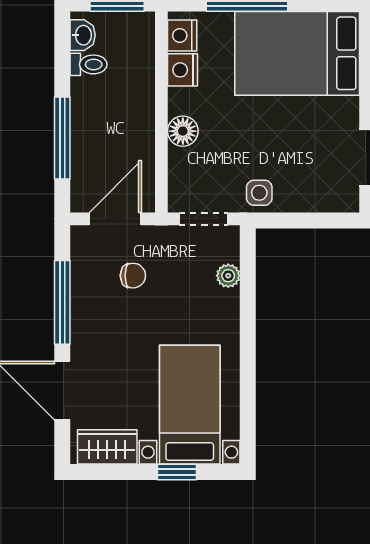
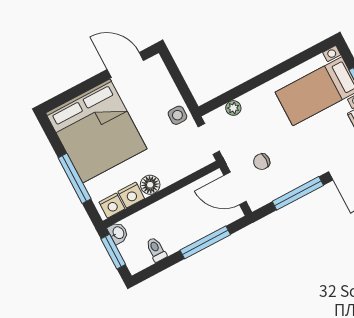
washbasin: (83, 35) -> (118, 233), moved, turned 90
bed: (297, 53) -> (96, 131), width x1.36
floor lamp: (183, 131) -> (150, 185), moved
chair: (133, 276) -> (262, 162), turned -90

